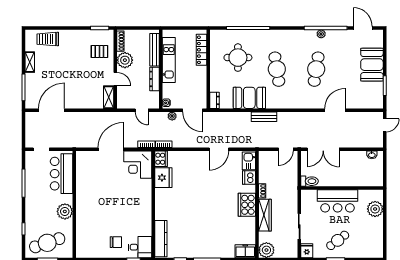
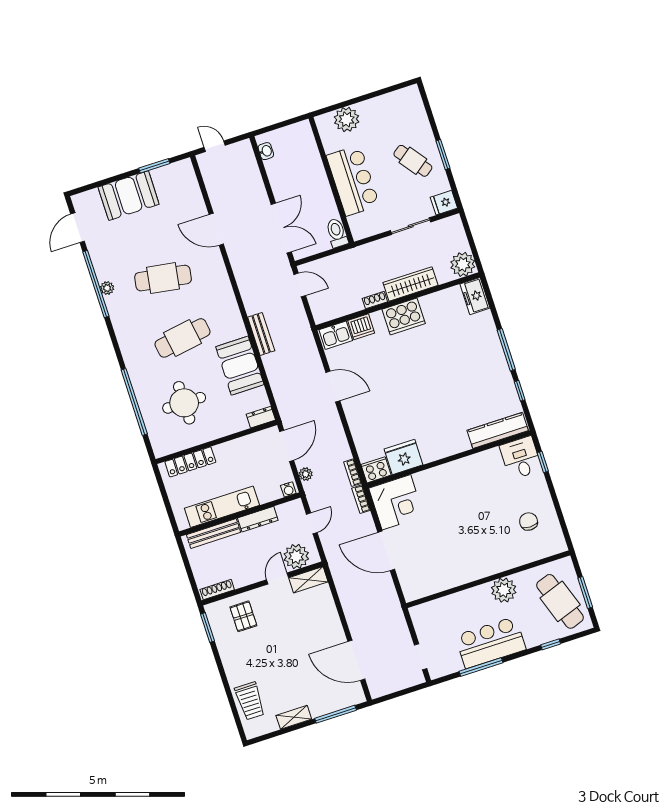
plant: (125, 60) -> (296, 556), moved
bar counter: (62, 174) -> (490, 643), moved, turned 180
chair: (116, 242) -> (529, 521), moved

